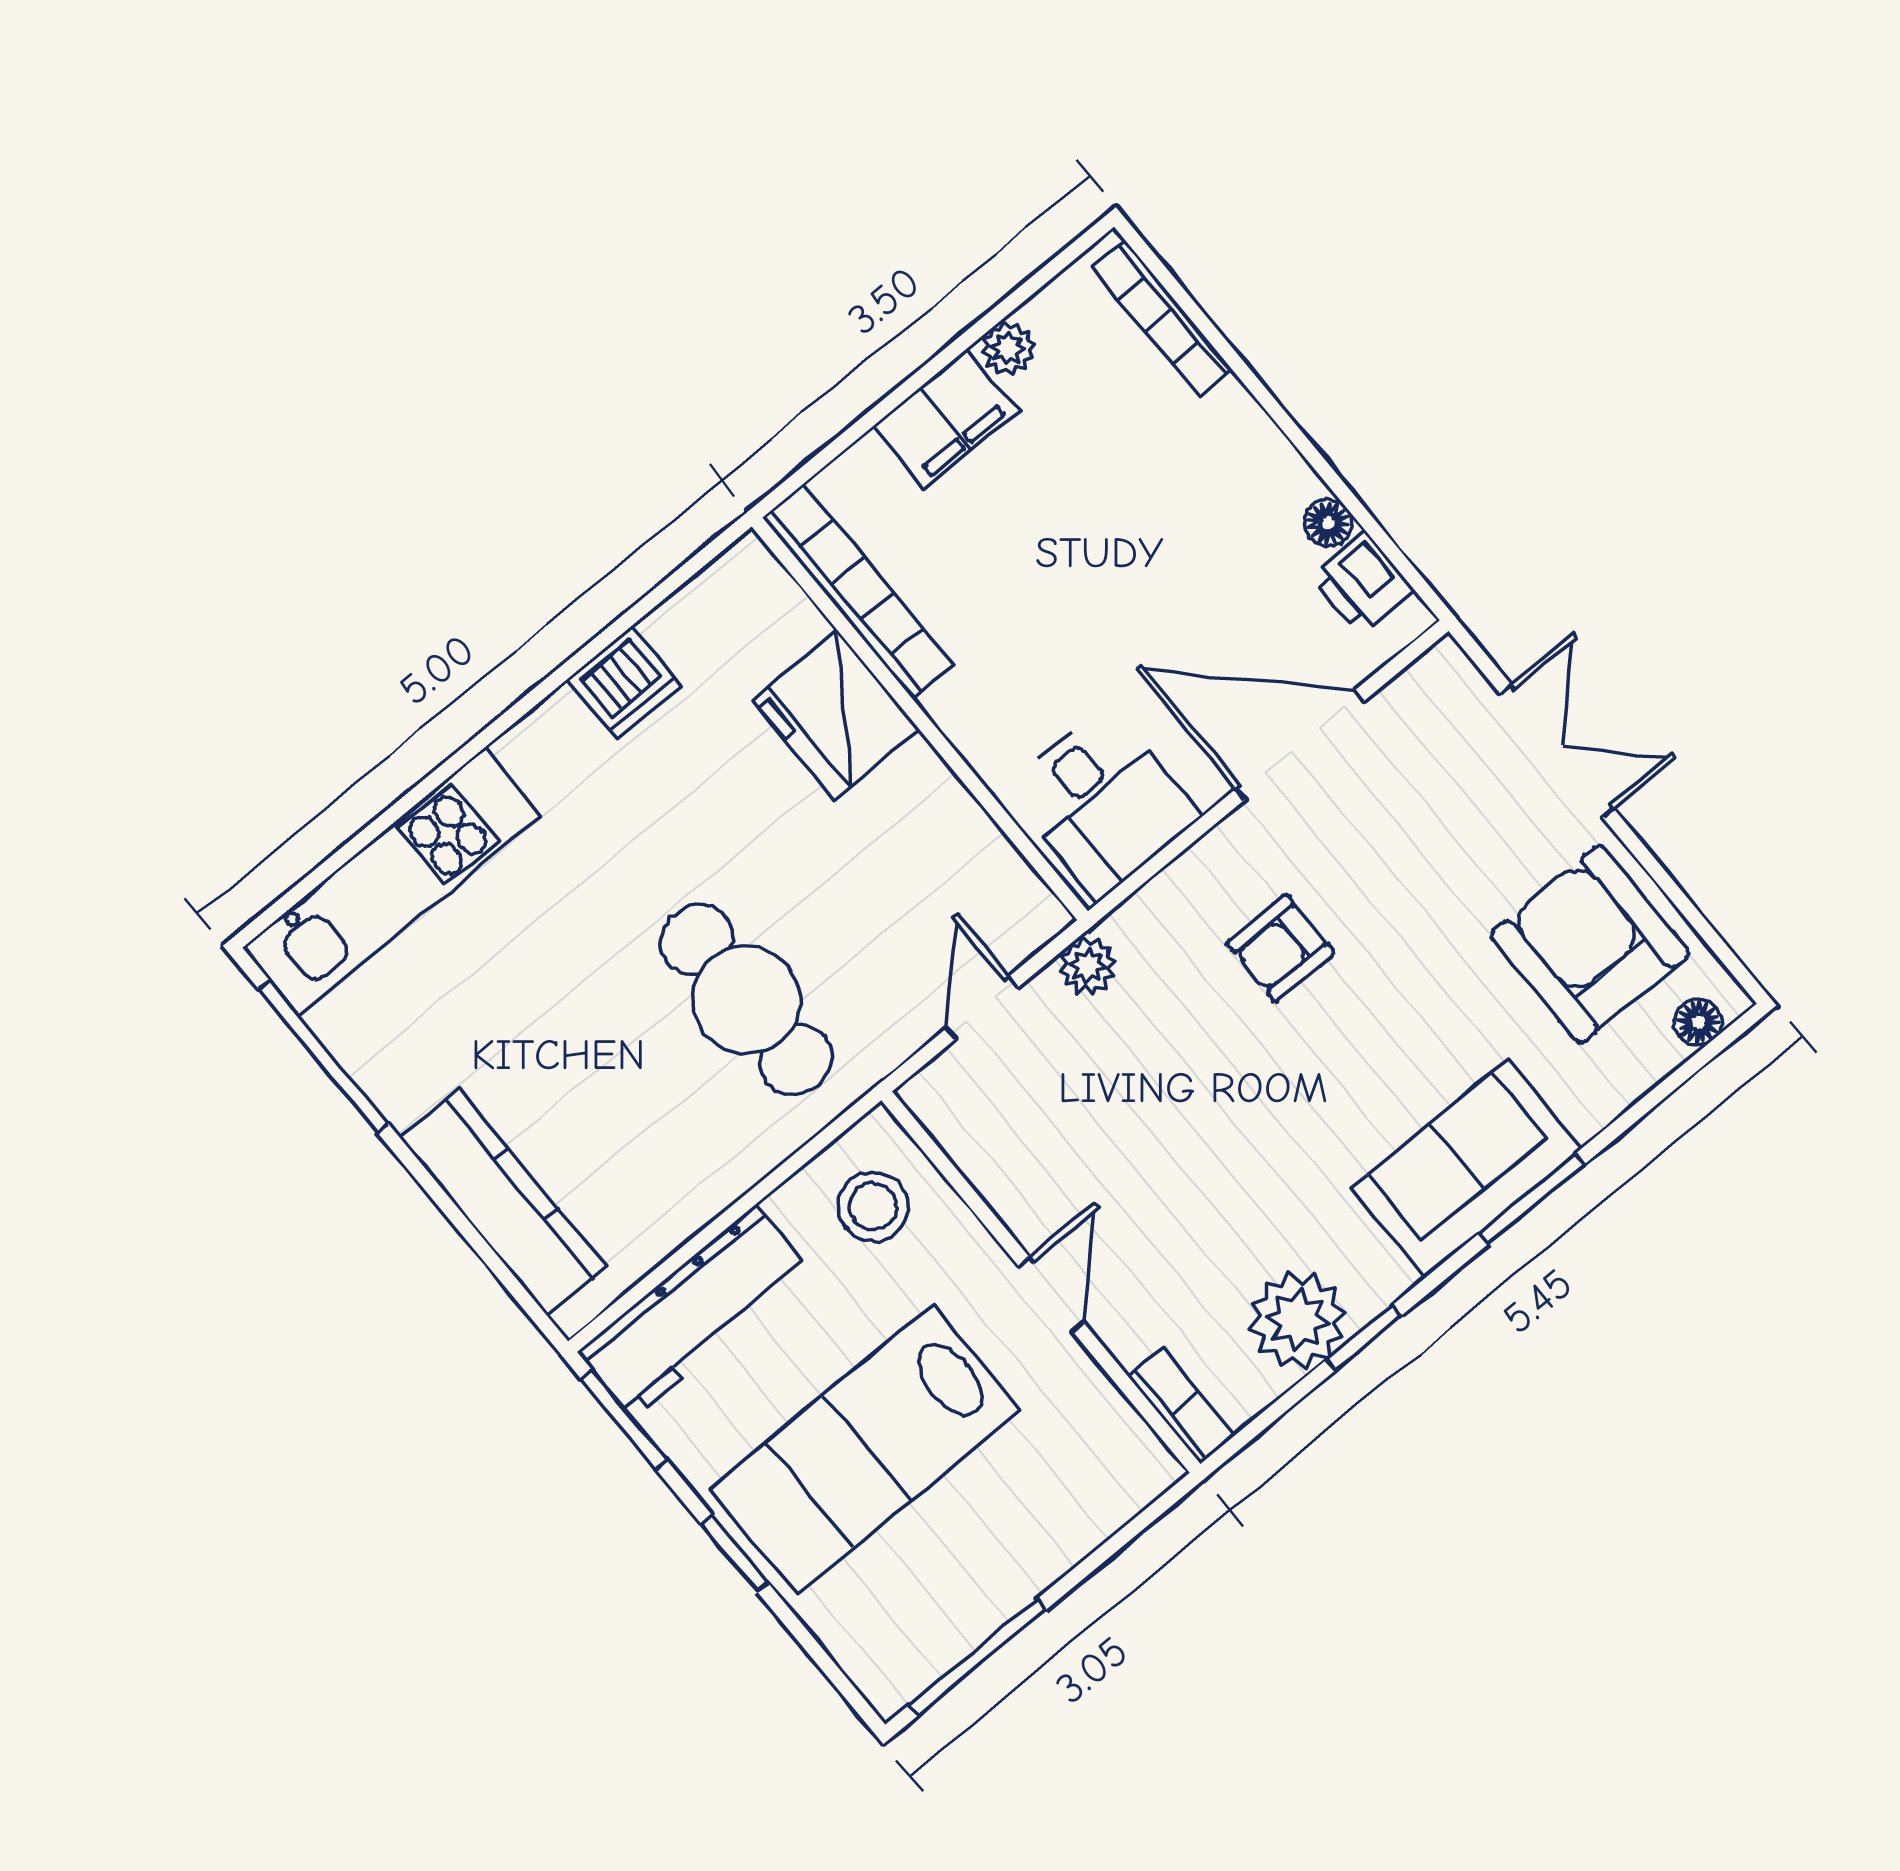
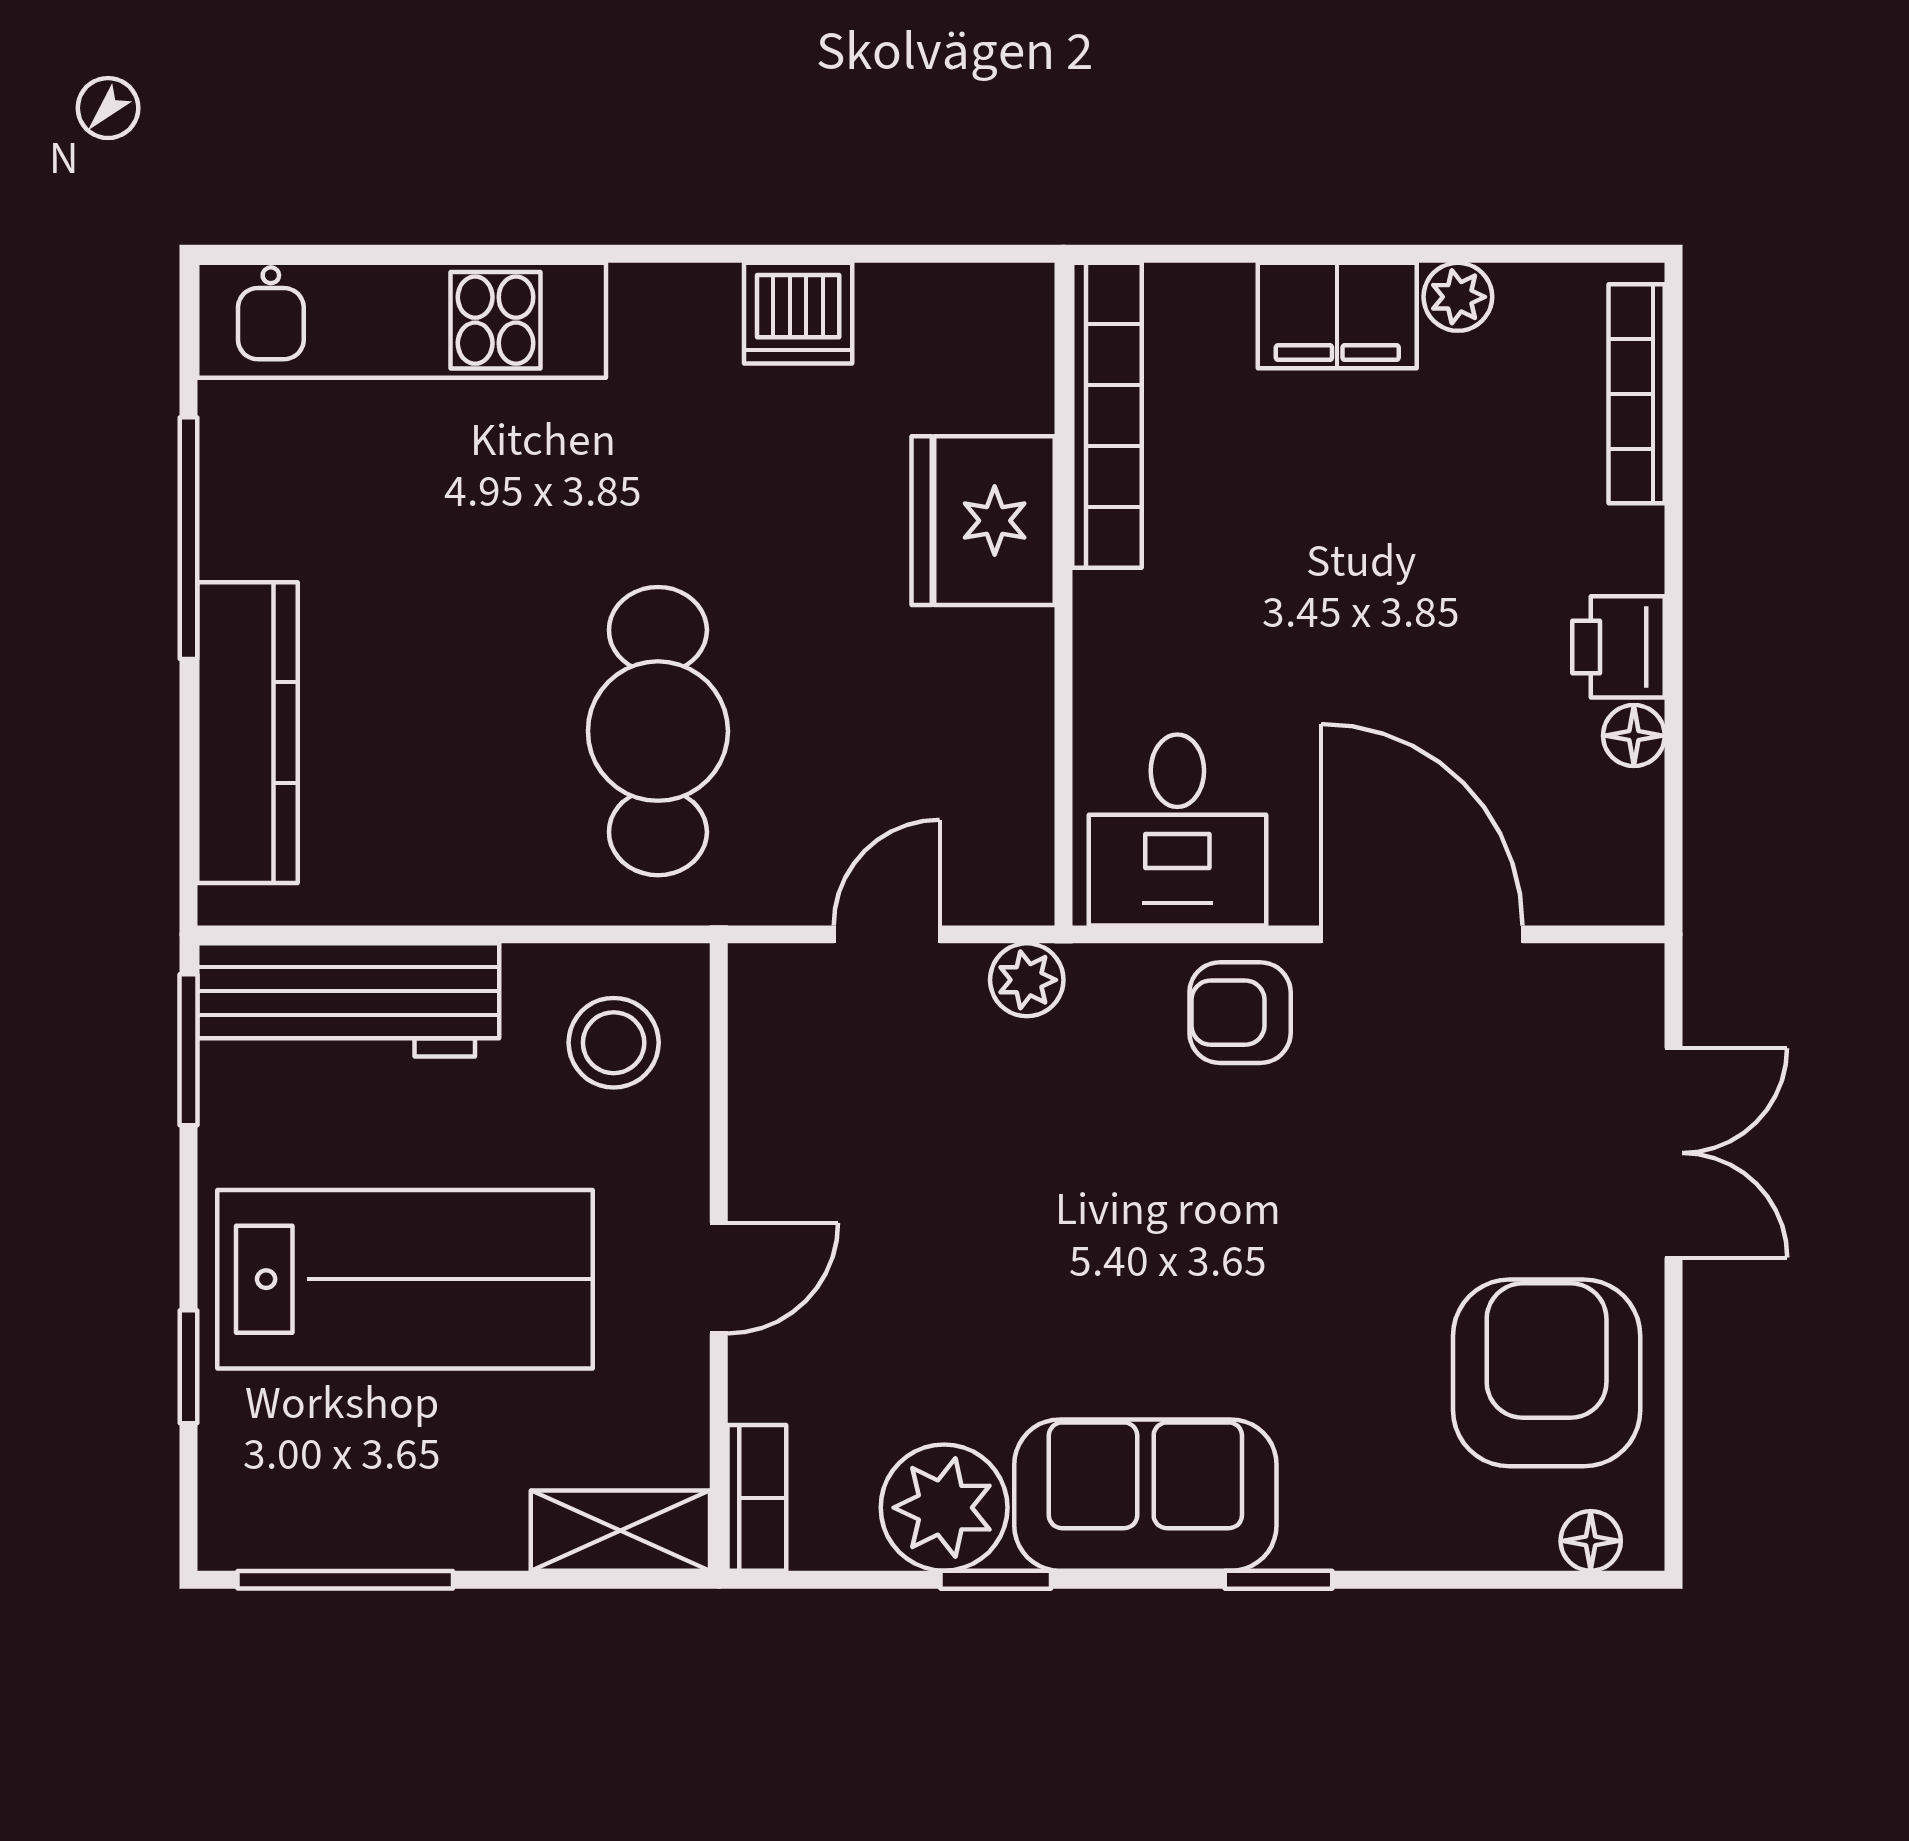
printer: (1363, 583) -> (1618, 647), moved
armchair: (1281, 948) -> (1240, 1013), moved
window: (324, 1057) -> (188, 538), moved
sofa: (1466, 1168) -> (1145, 1495), moved
window: (1532, 1199) -> (1278, 1580), width x0.67
lab bench: (865, 1449) -> (405, 1279), turned 180
shelving: (1117, 1493) -> (620, 1531), added
window: (735, 1553) -> (188, 1367), moved

